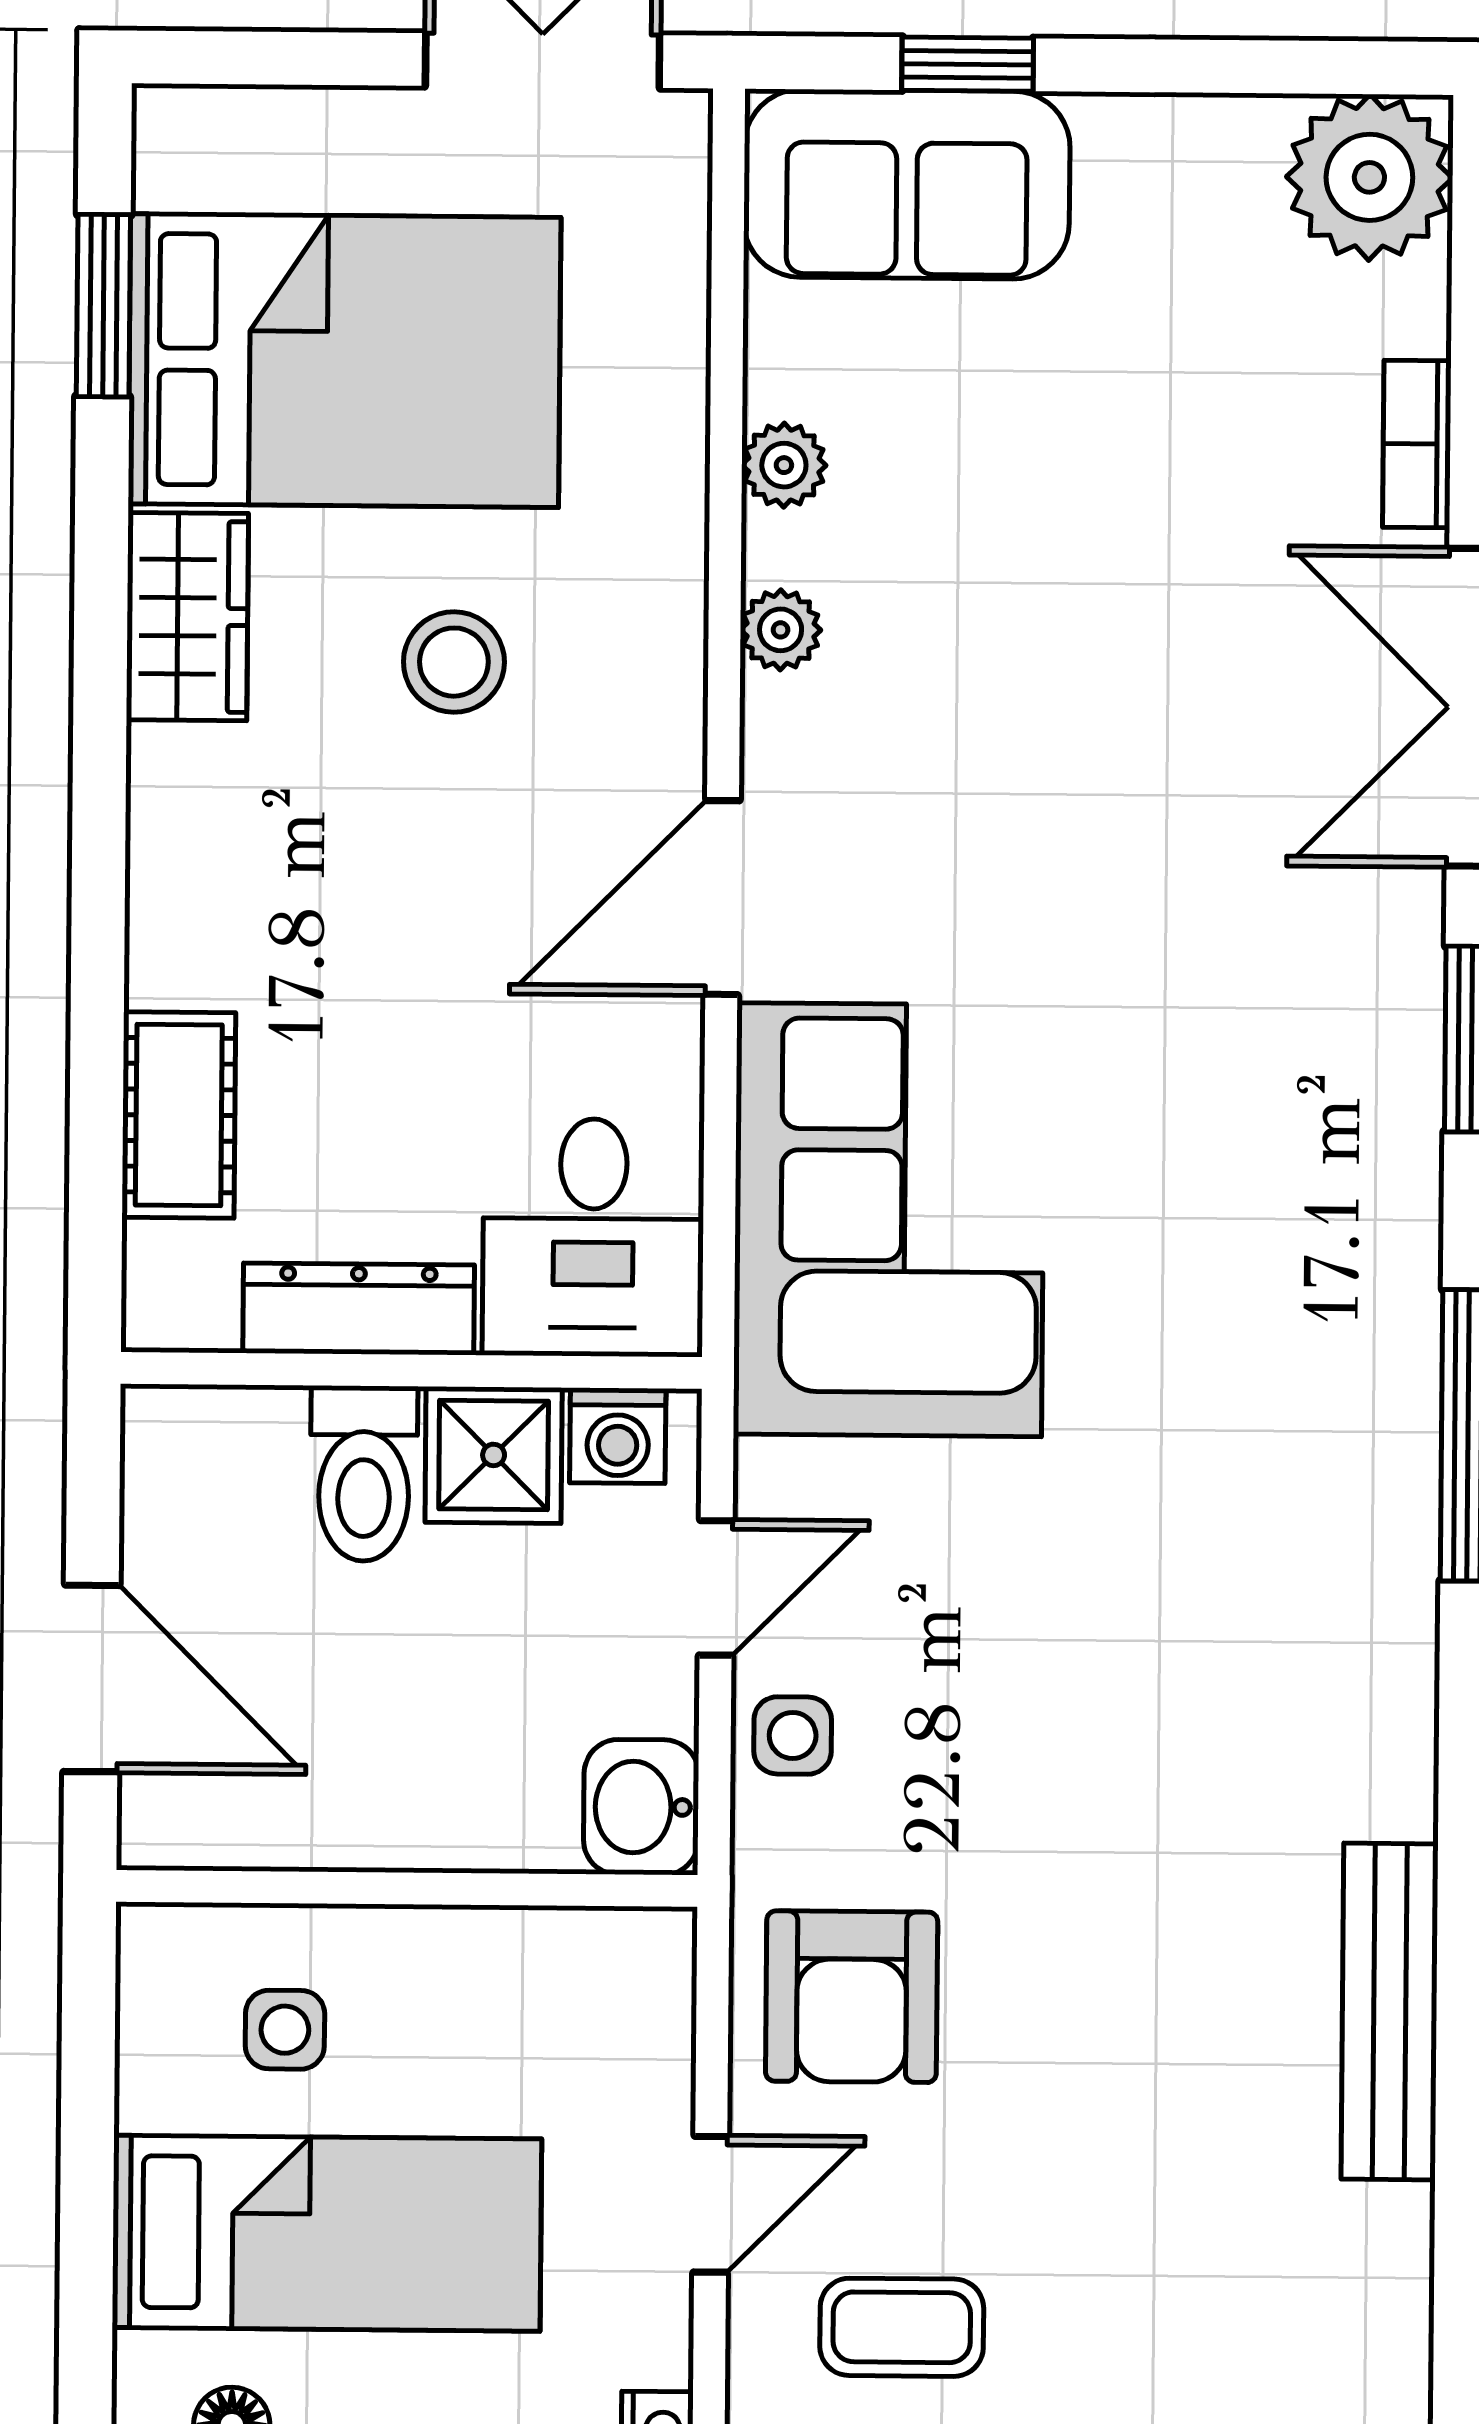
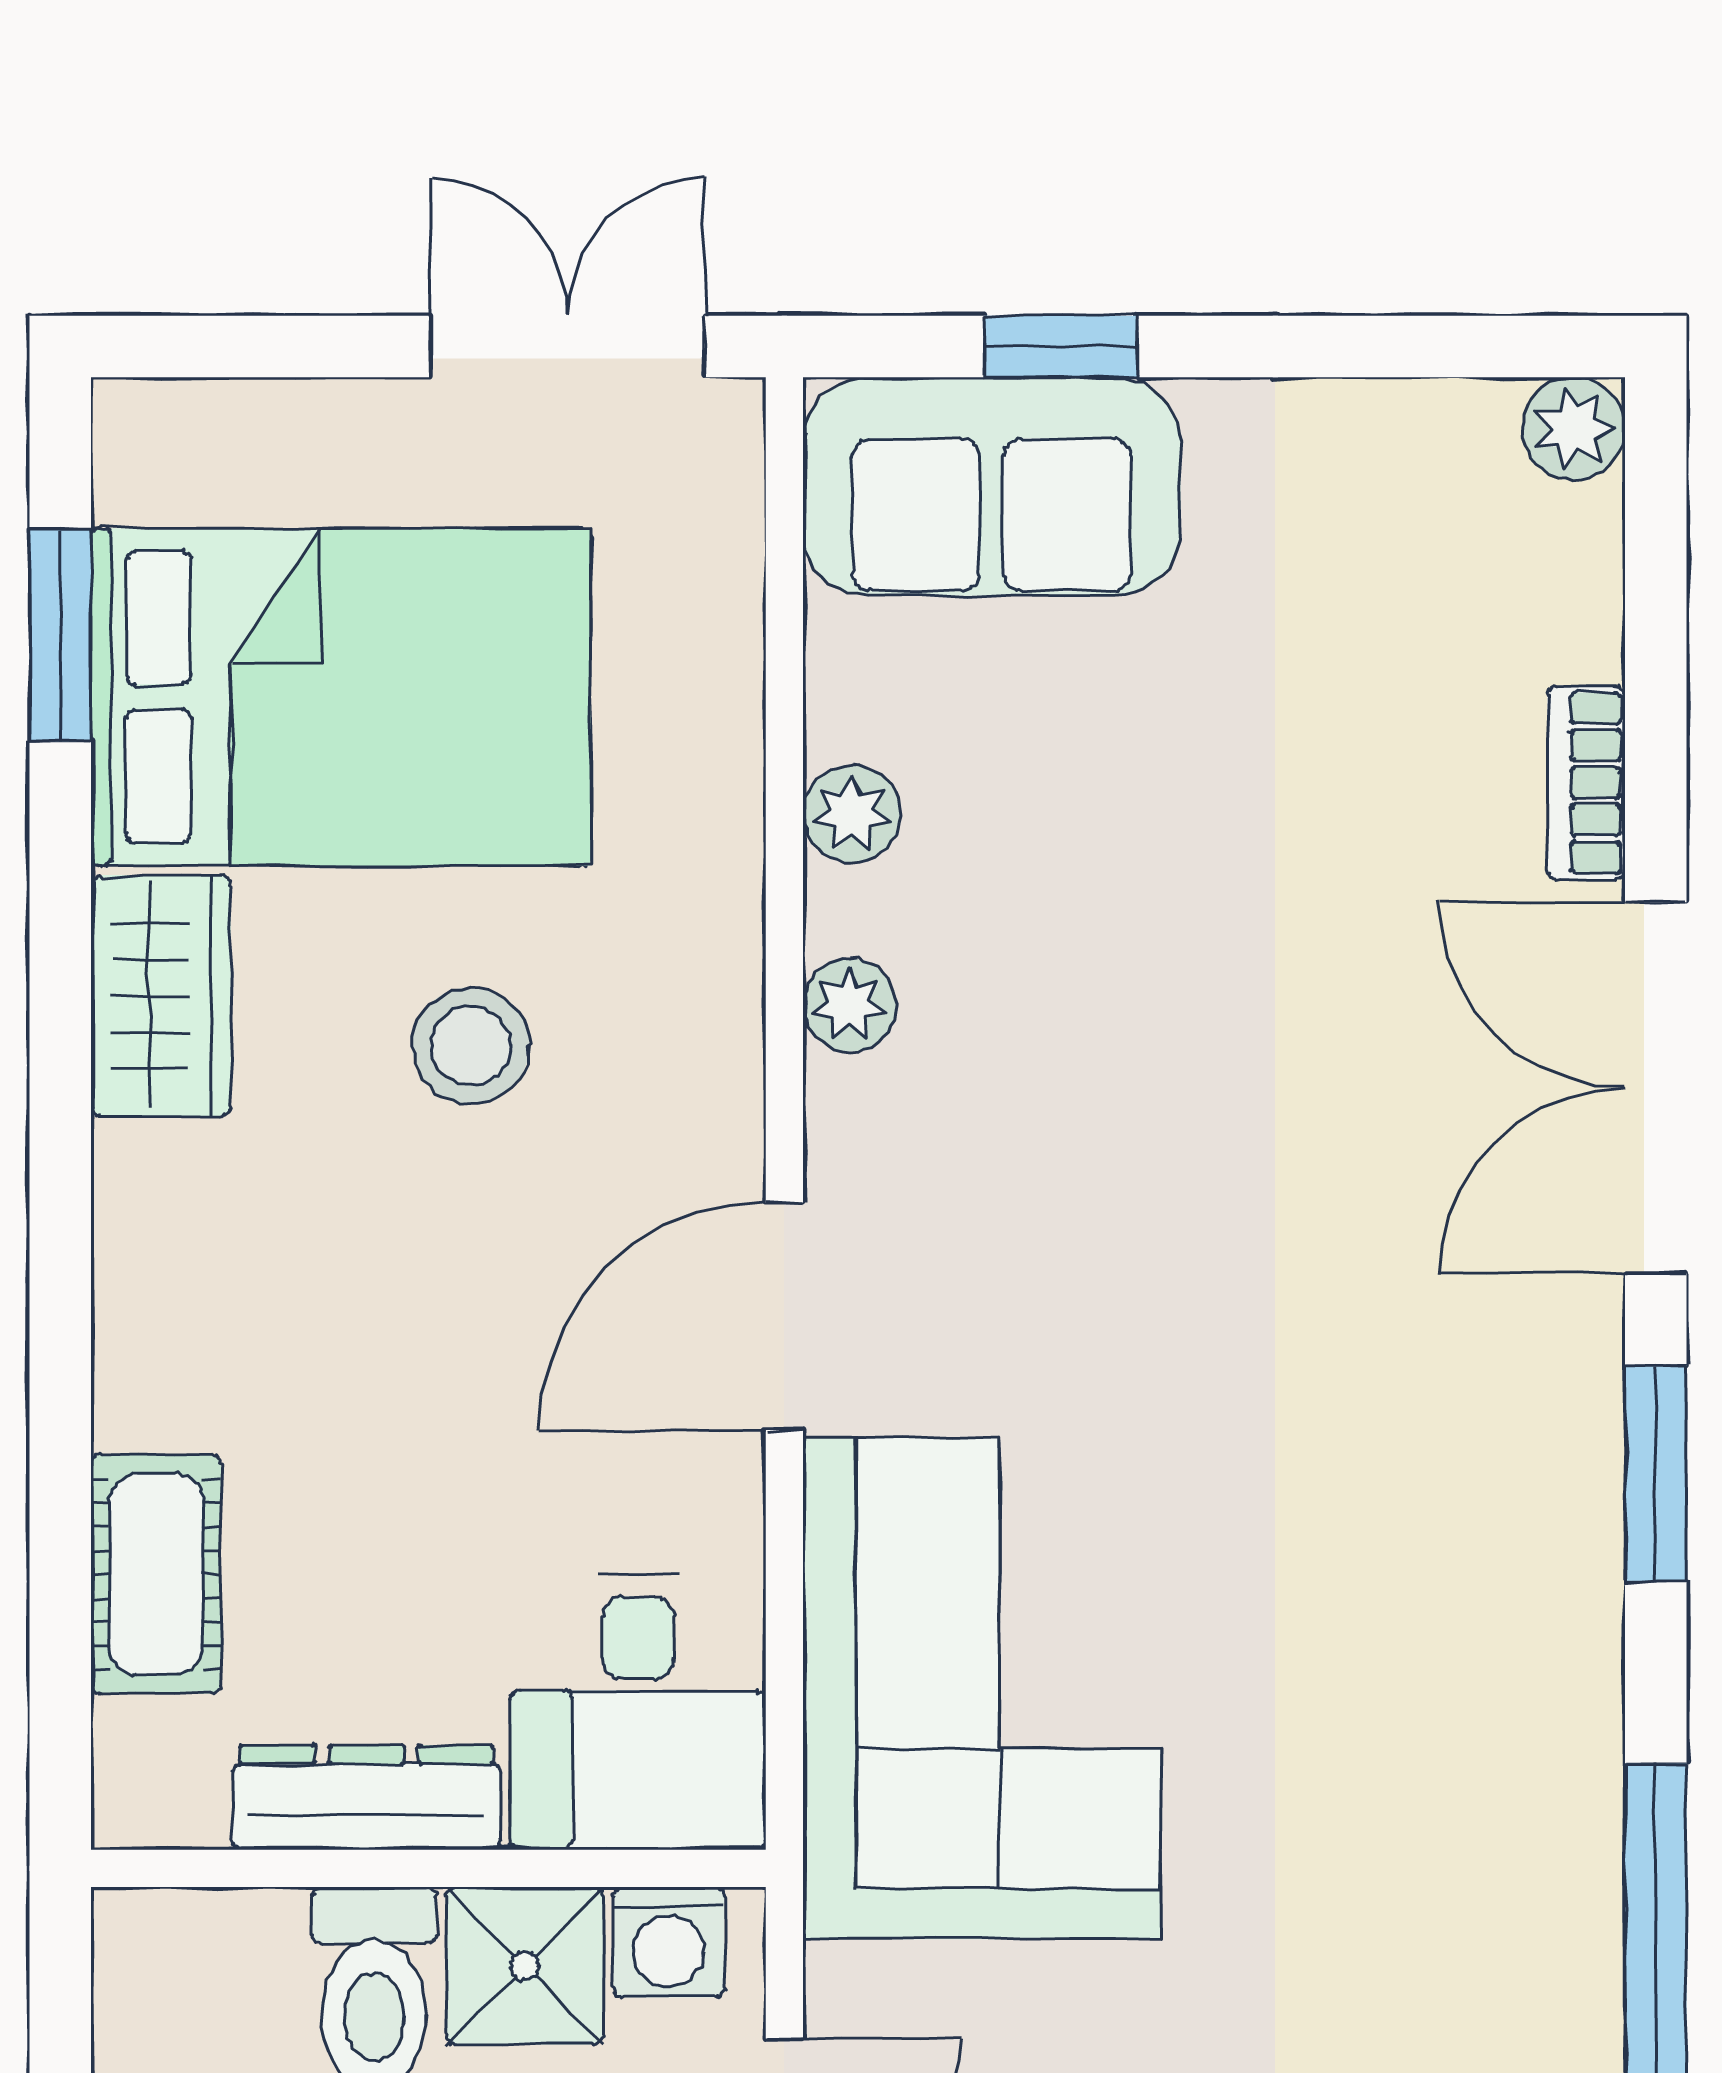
plant: (1369, 177) -> (1574, 429), width x0.53, depth x0.53

